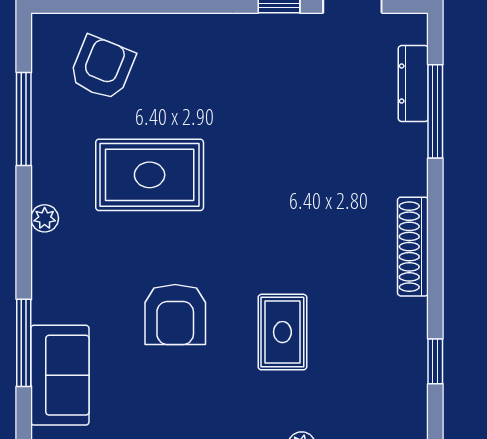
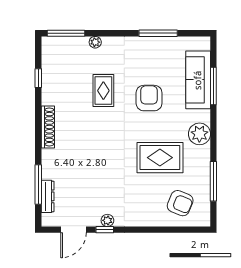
plant: (273, 27) -> (107, 220), added
armchair: (102, 68) -> (180, 203), turned -90
plant: (45, 218) -> (199, 134), width x1.87, depth x1.87
sofa: (60, 375) -> (198, 80), width x1.36

